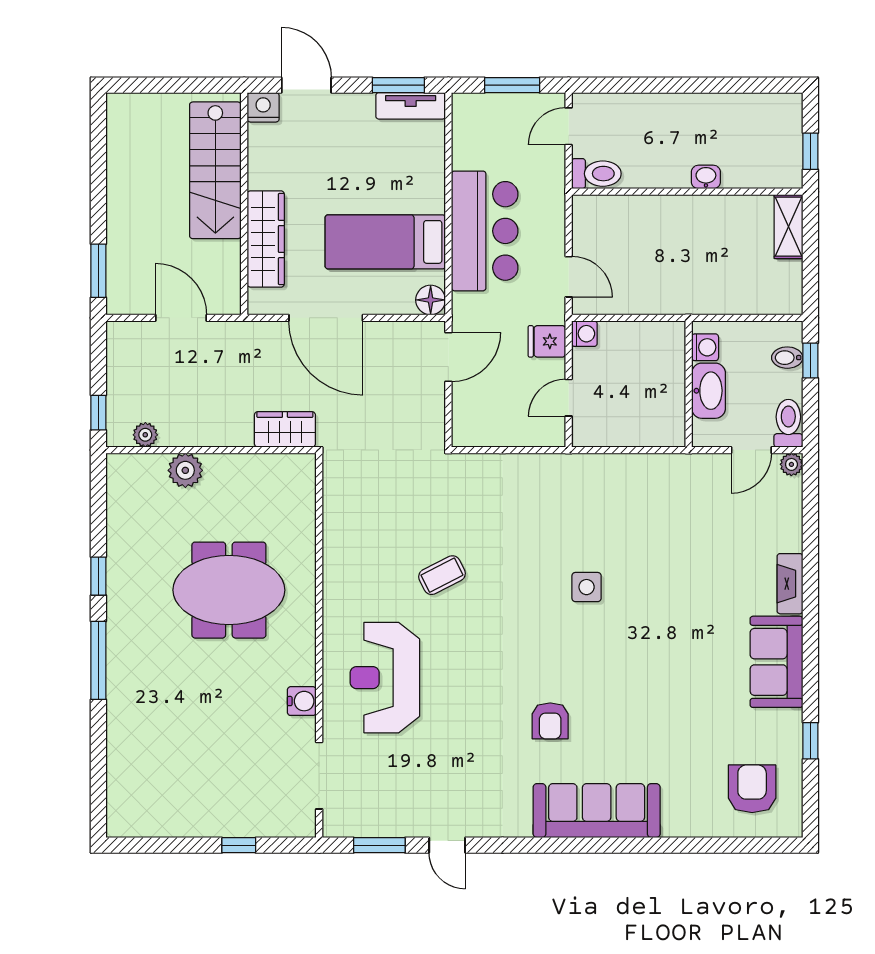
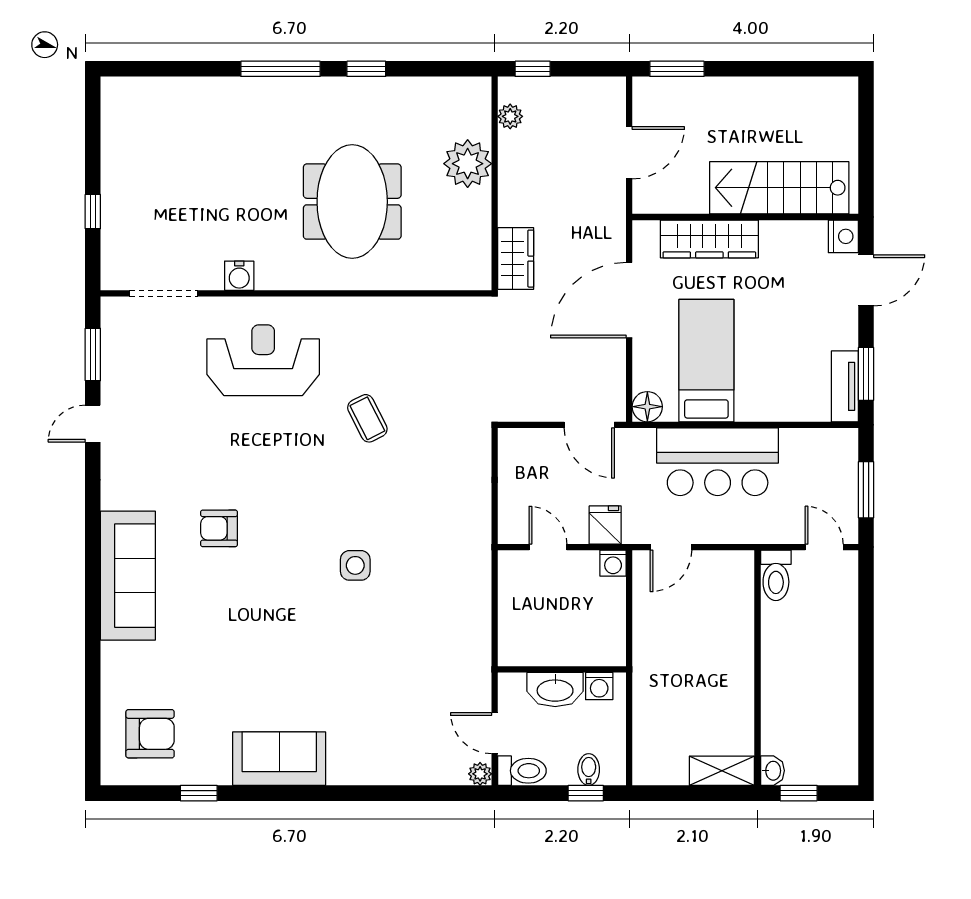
washbasin: (706, 177) -> (772, 771), moved
plant: (185, 470) -> (468, 164), width x1.36, depth x1.36
fireplace: (790, 584) -> (359, 772), removed

